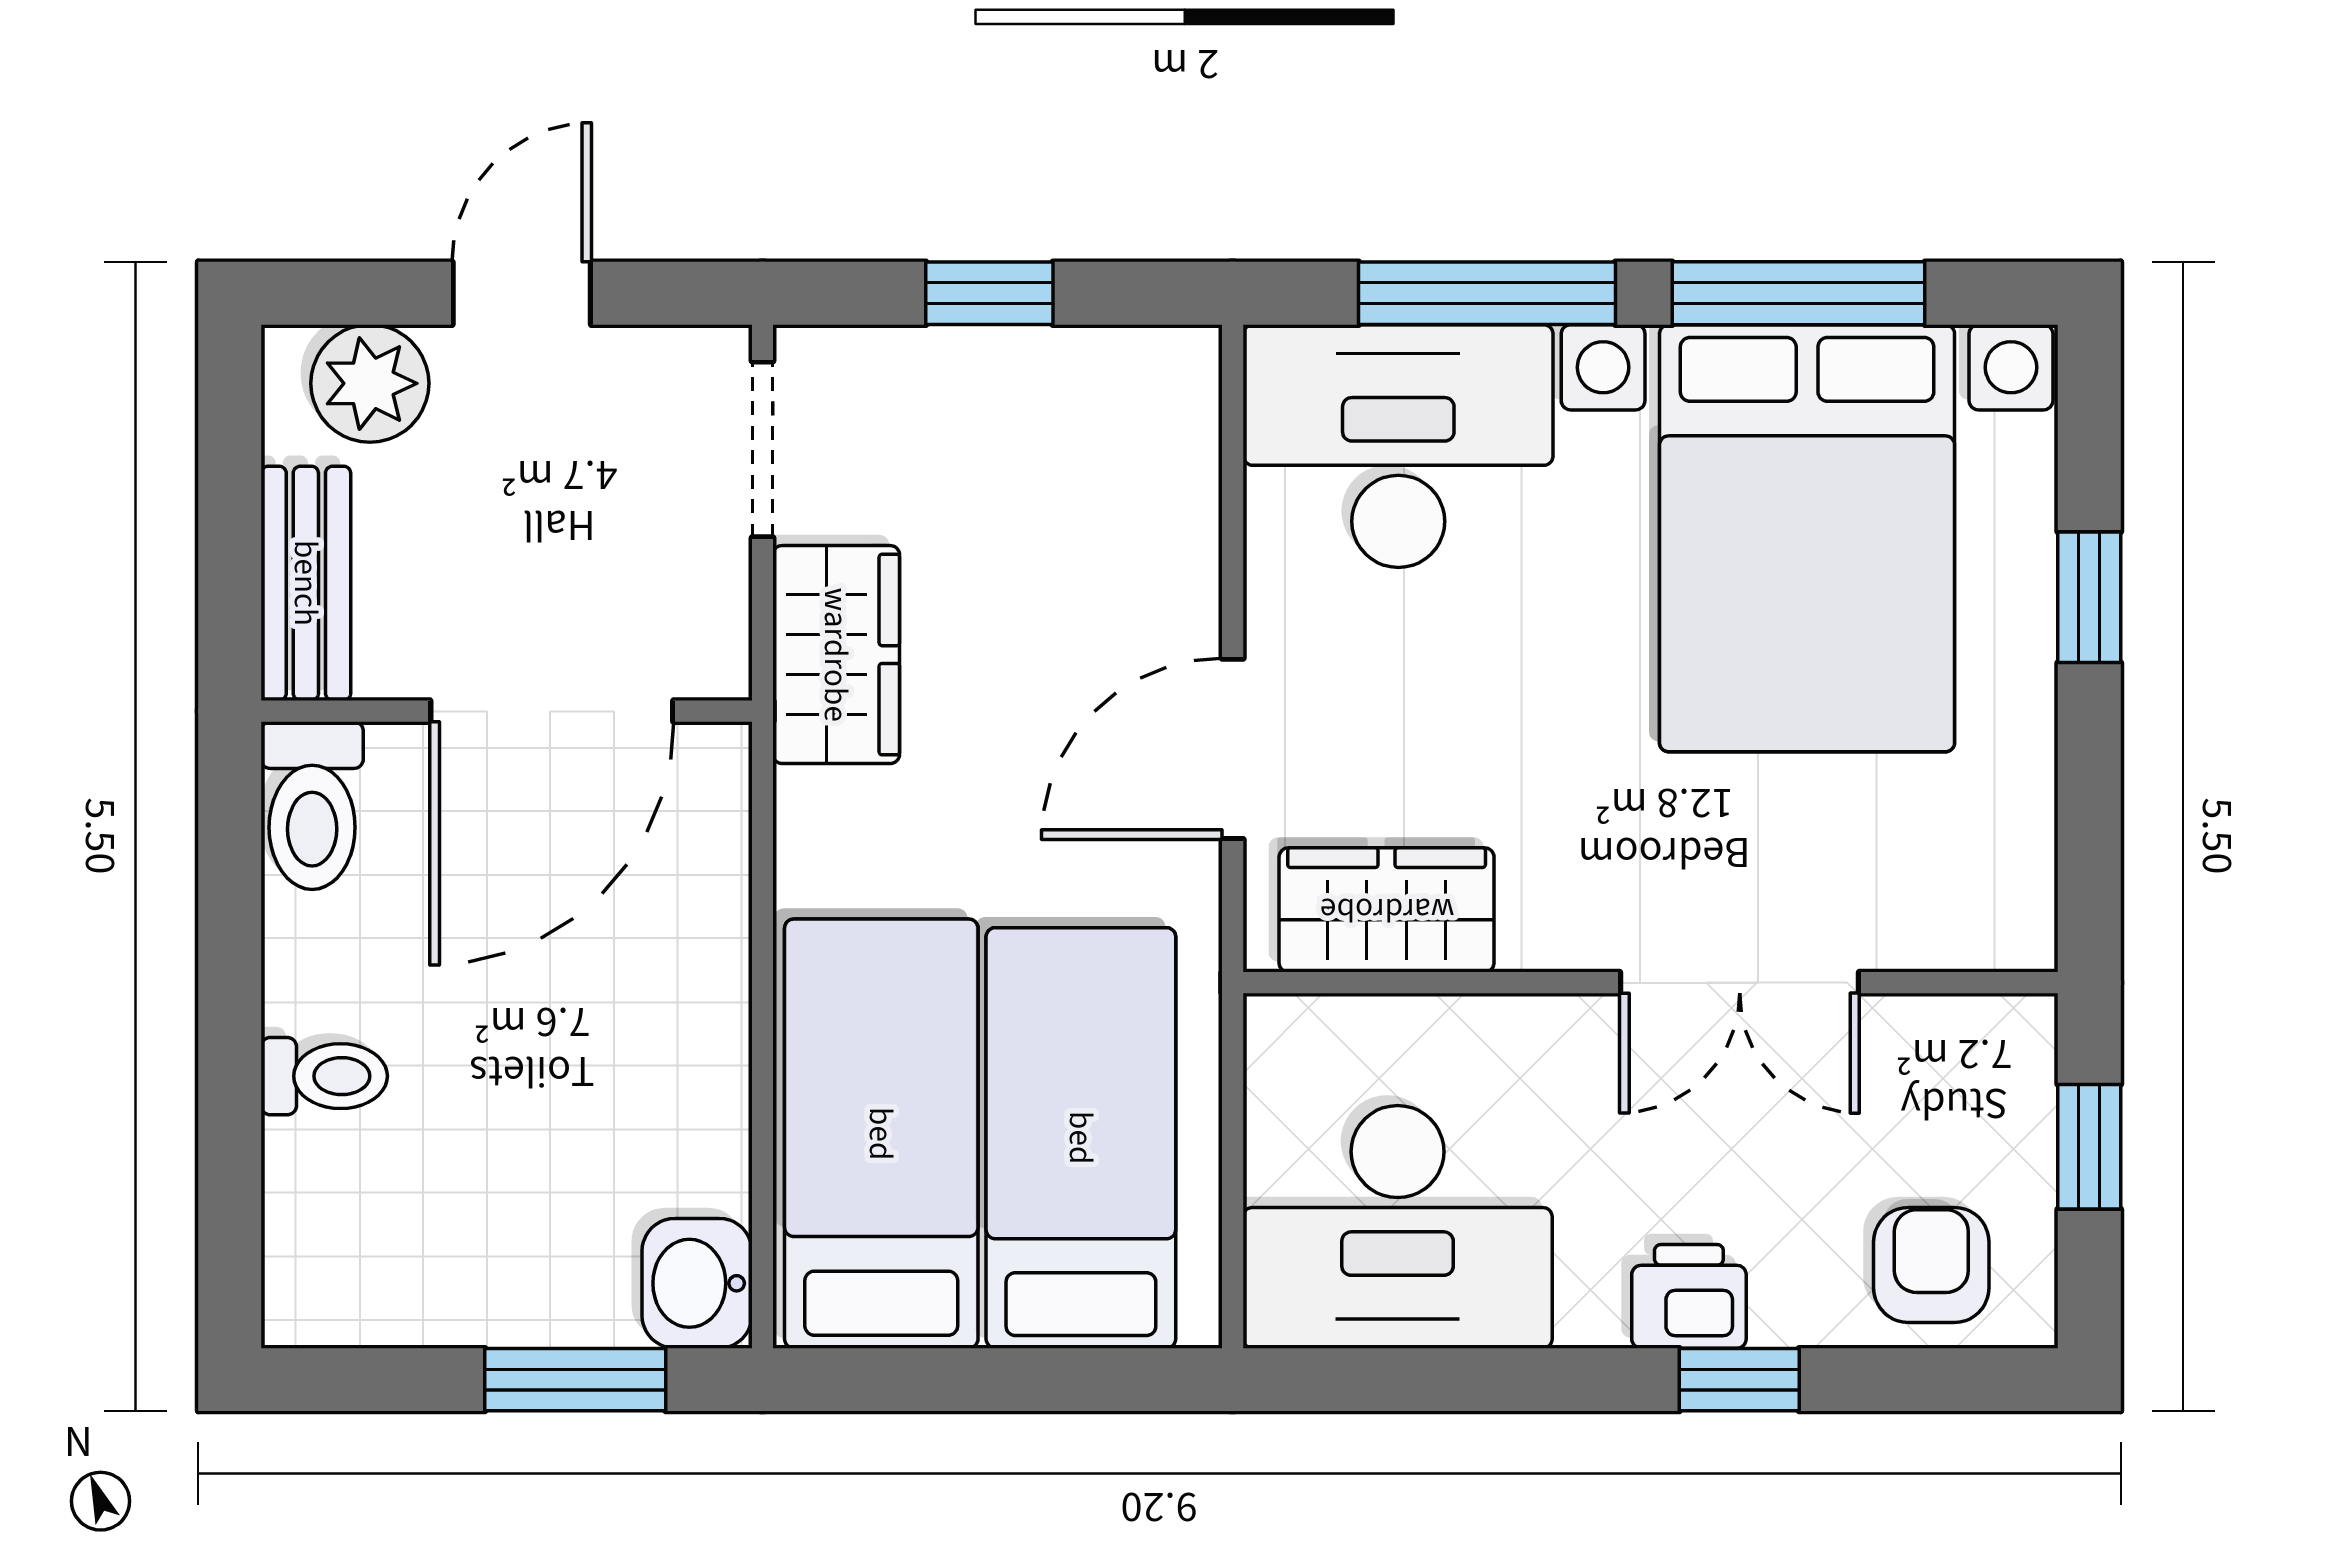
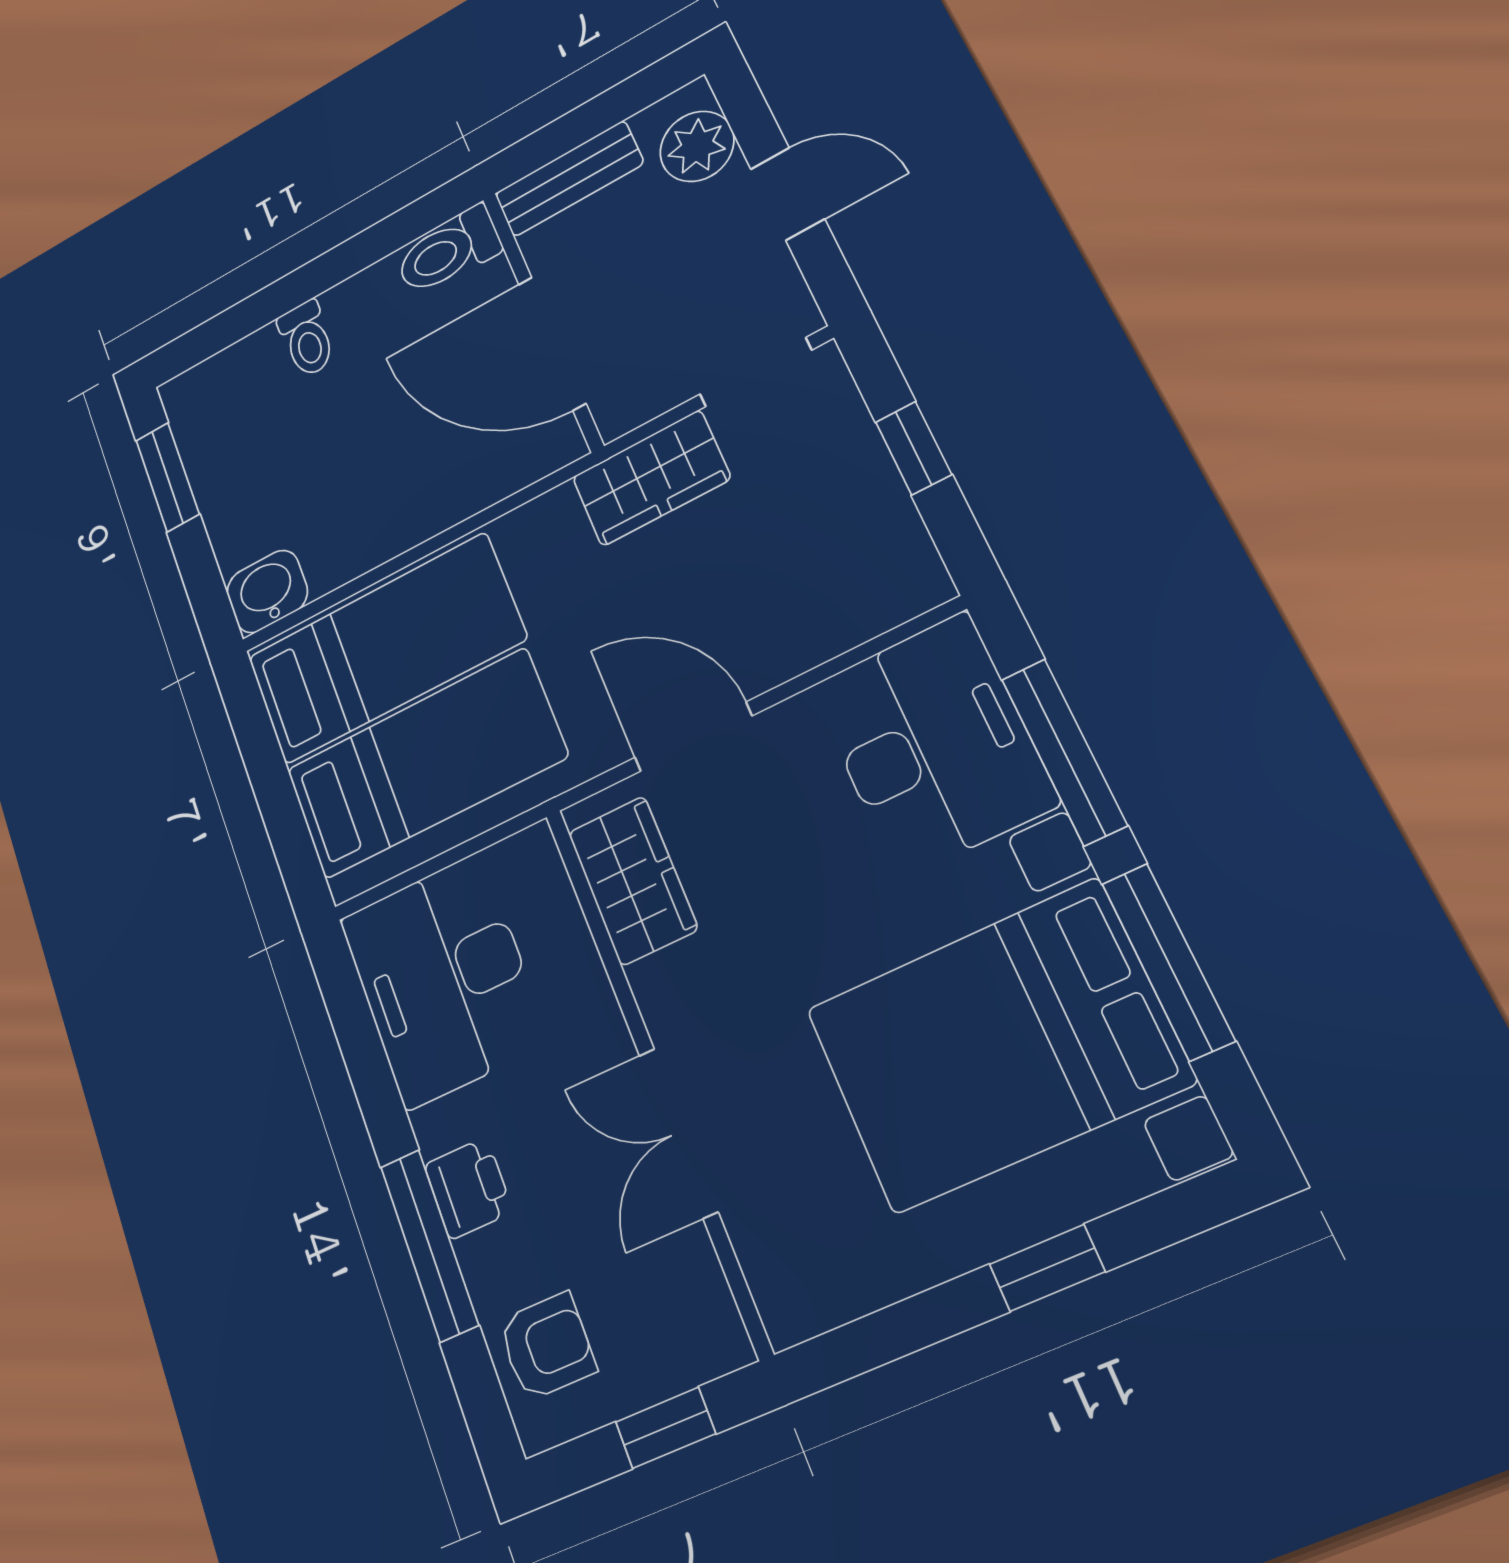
window: (575, 1380) -> (167, 477), moved
window: (1739, 1380) -> (429, 1245), width x2.17

